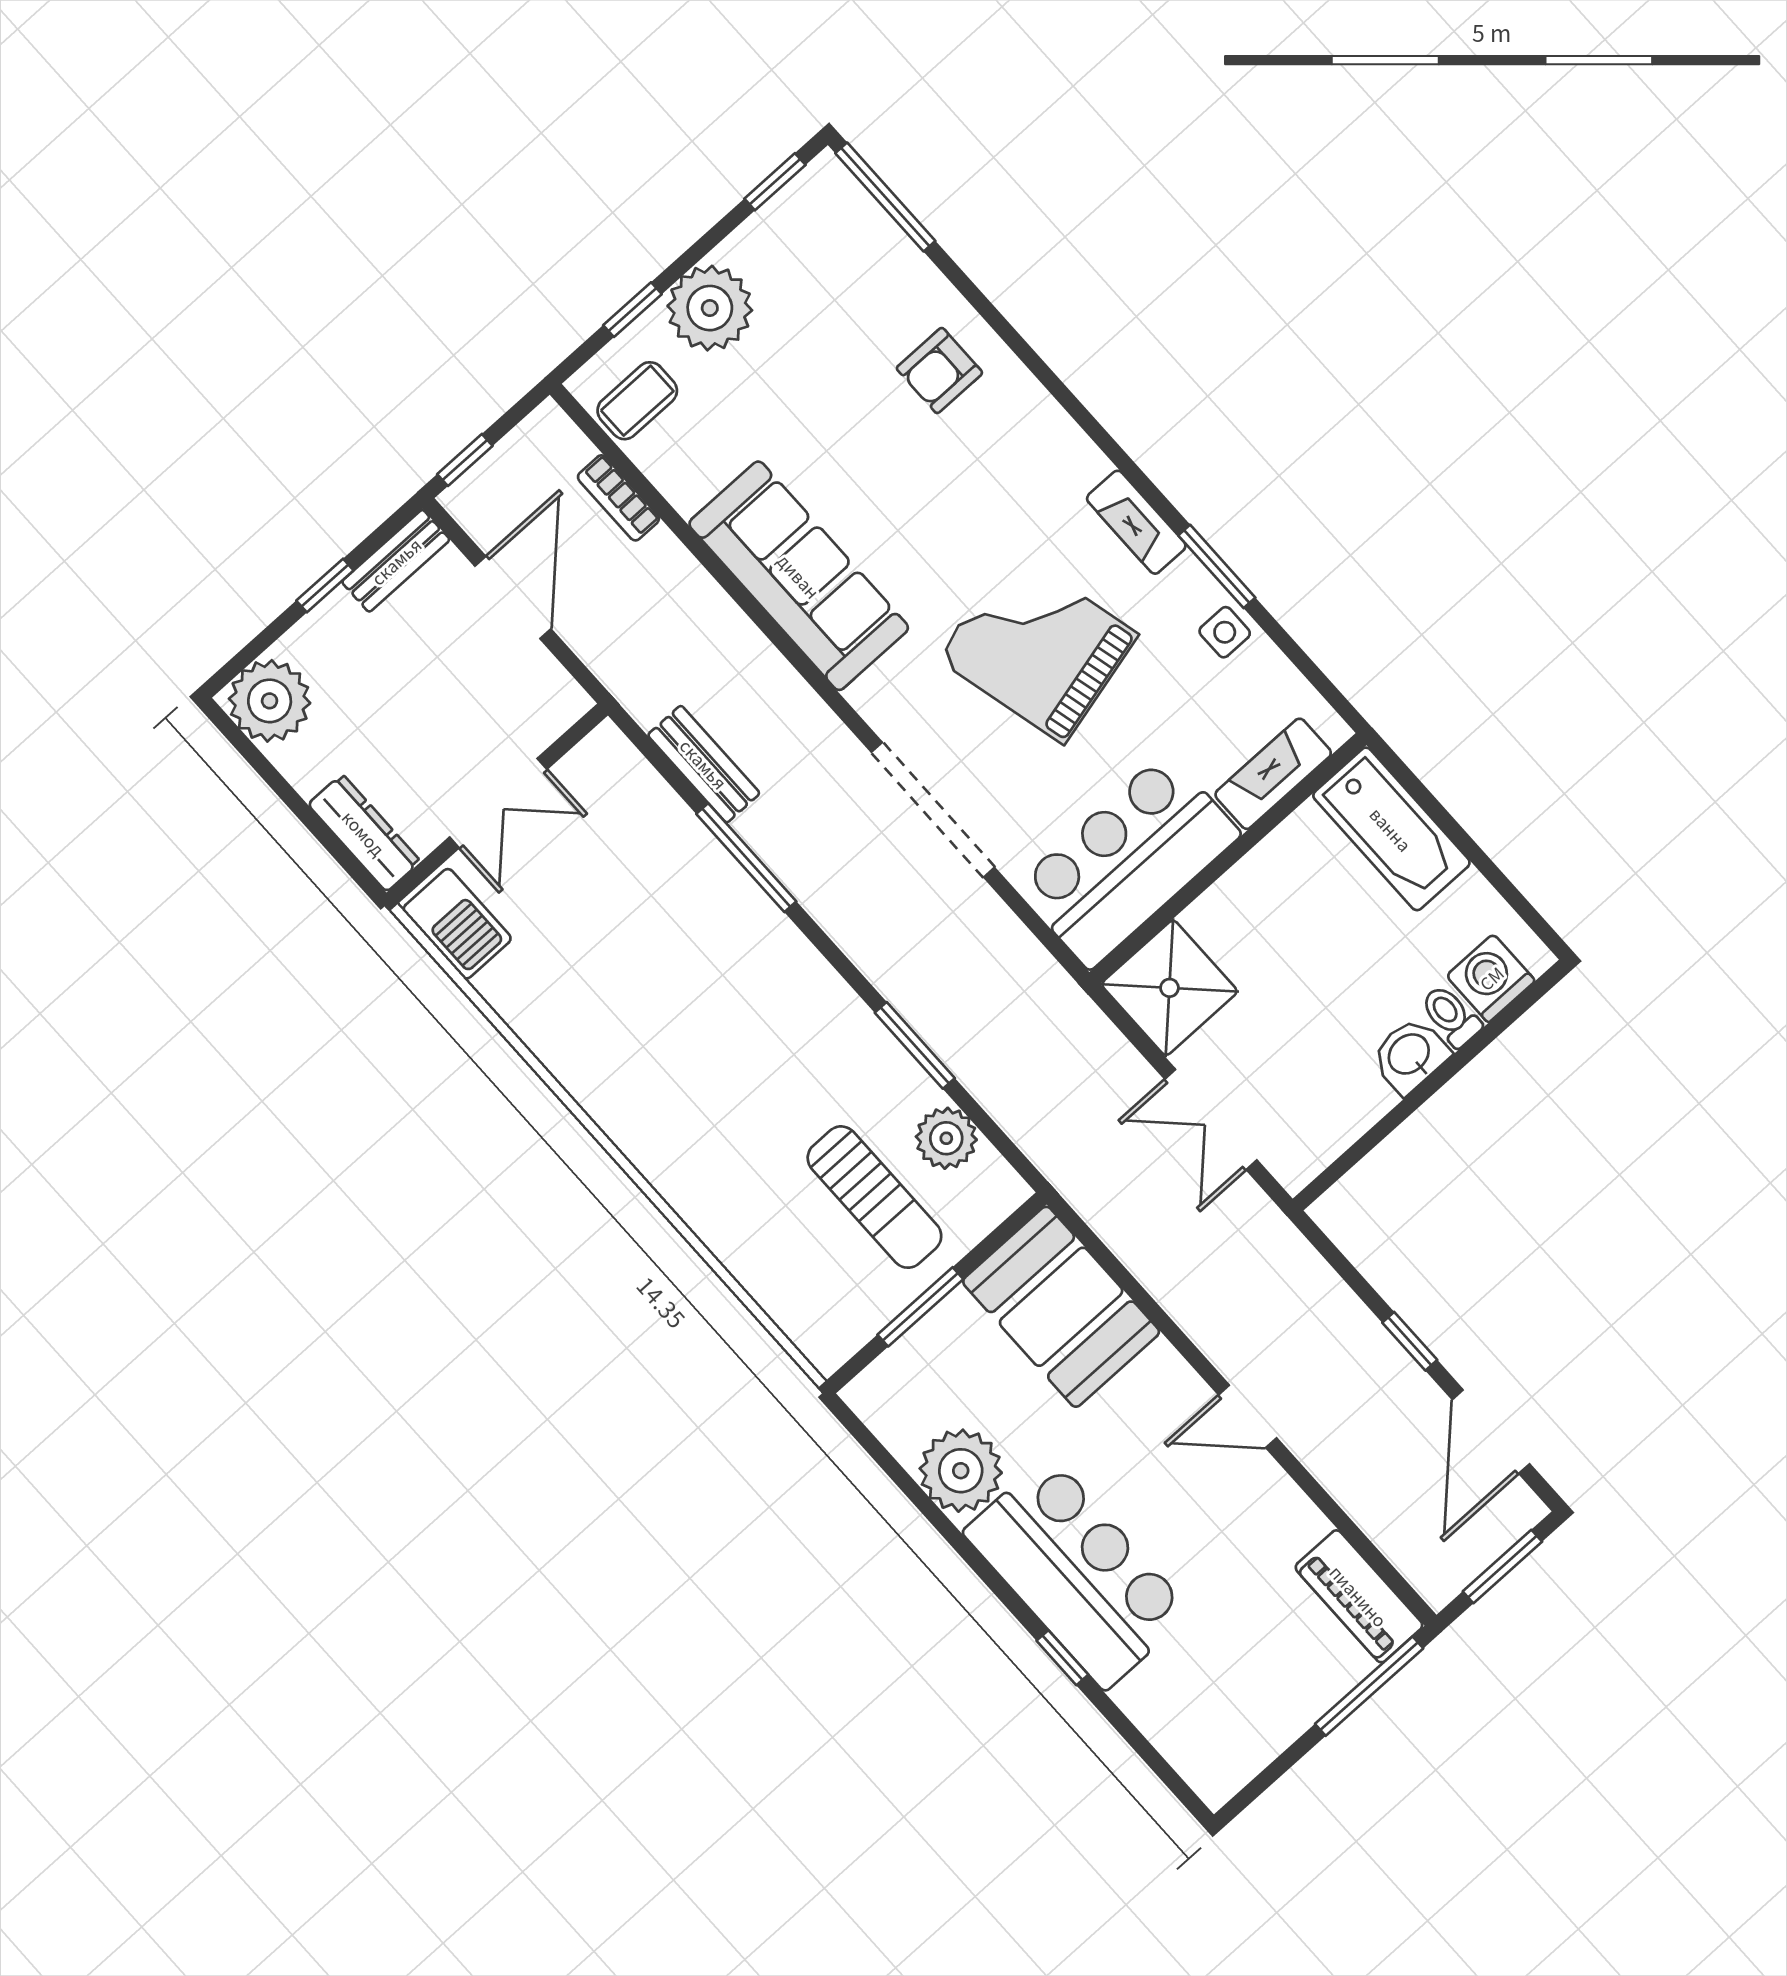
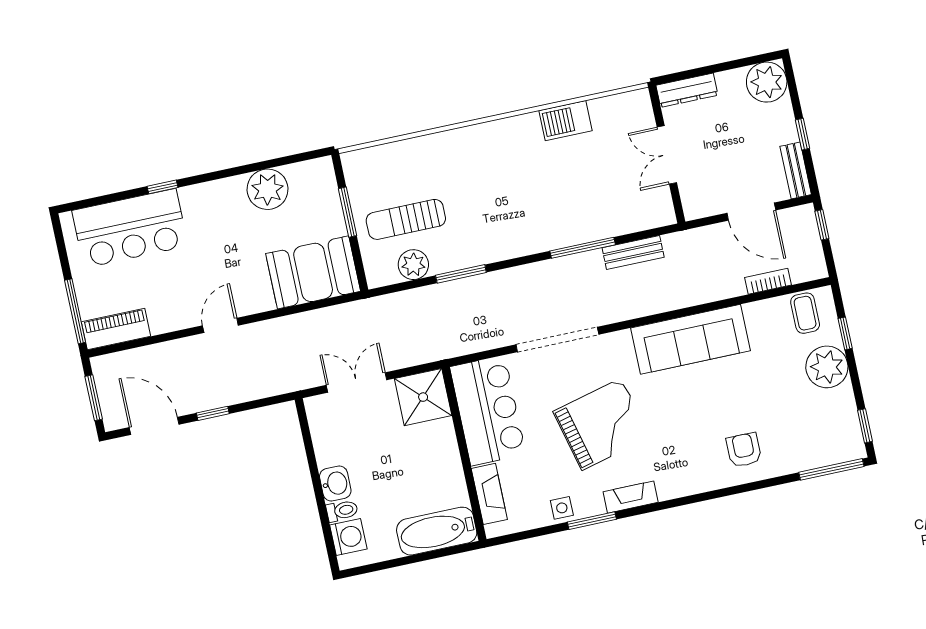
barbecue: (457, 924) -> (566, 121), moved
bar counter: (1077, 1572) -> (130, 228), moved

